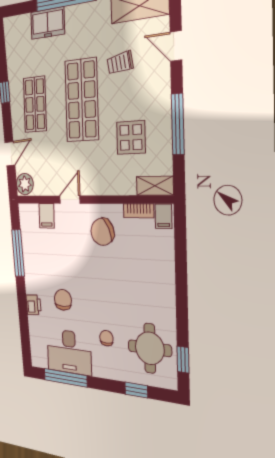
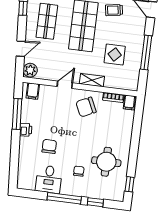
shelving: (155, 186) -> (92, 80), moved
filing cabinet: (47, 216) -> (33, 91), moved
printer: (34, 305) -> (26, 130), moved
round table: (150, 348) -> (106, 162), moved
desk: (69, 352) -> (49, 179), width x0.73
window: (65, 378) -> (64, 198), moved

